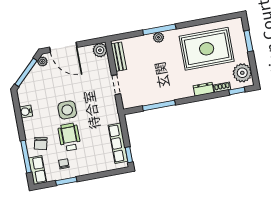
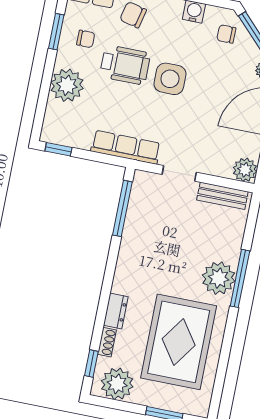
plant: (158, 37) -> (219, 278), width x1.88, depth x1.88
chair: (31, 89) -> (226, 34), added
window: (159, 105) -> (122, 208), moved
row of seats: (118, 143) -> (126, 147), moved
plant: (93, 164) -> (67, 85), added

